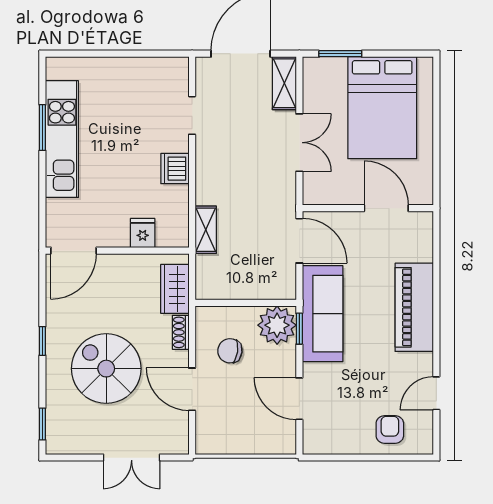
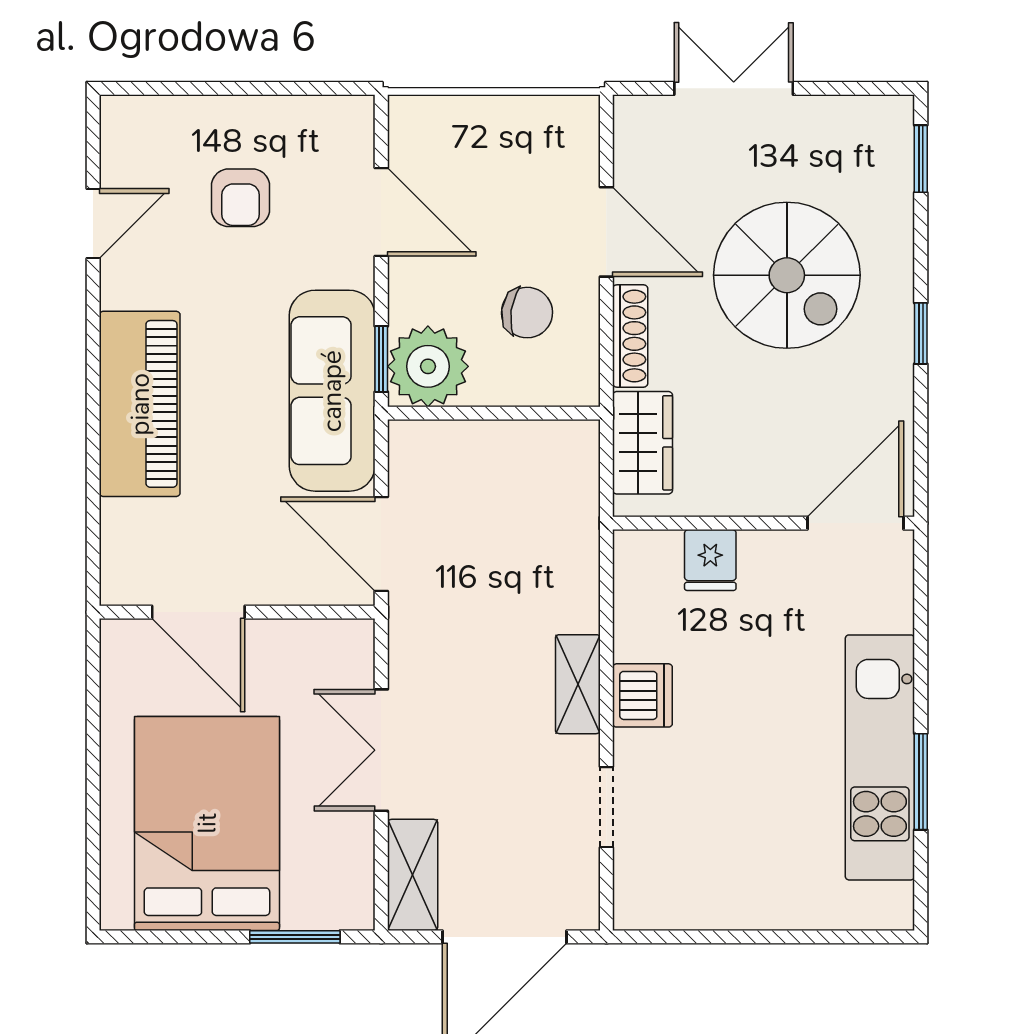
shelving: (206, 230) -> (578, 684), moved
shoe rack: (181, 332) -> (630, 336), width x1.43
armchair: (390, 430) -> (241, 198), moved

